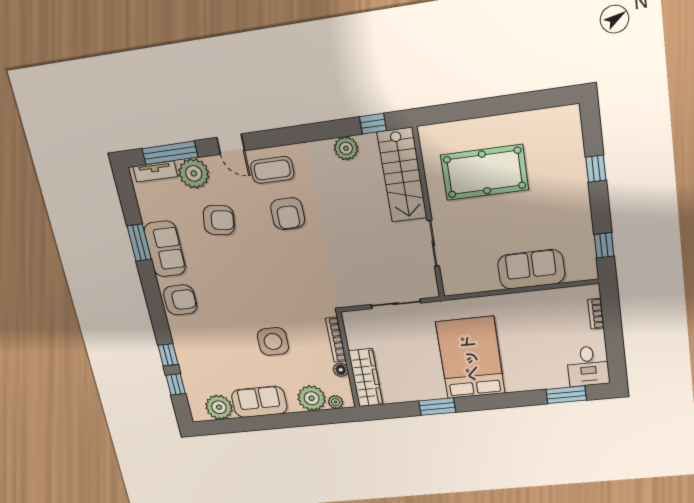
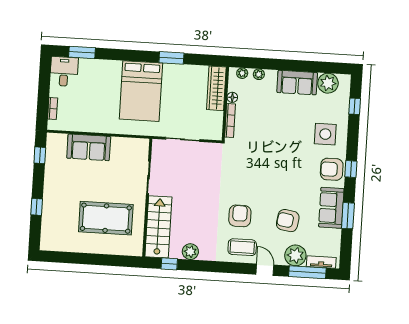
side table: (273, 342) -> (325, 134), moved
window: (168, 355) -> (351, 169), moved
plant: (312, 398) -> (259, 74), width x0.53, depth x0.53

